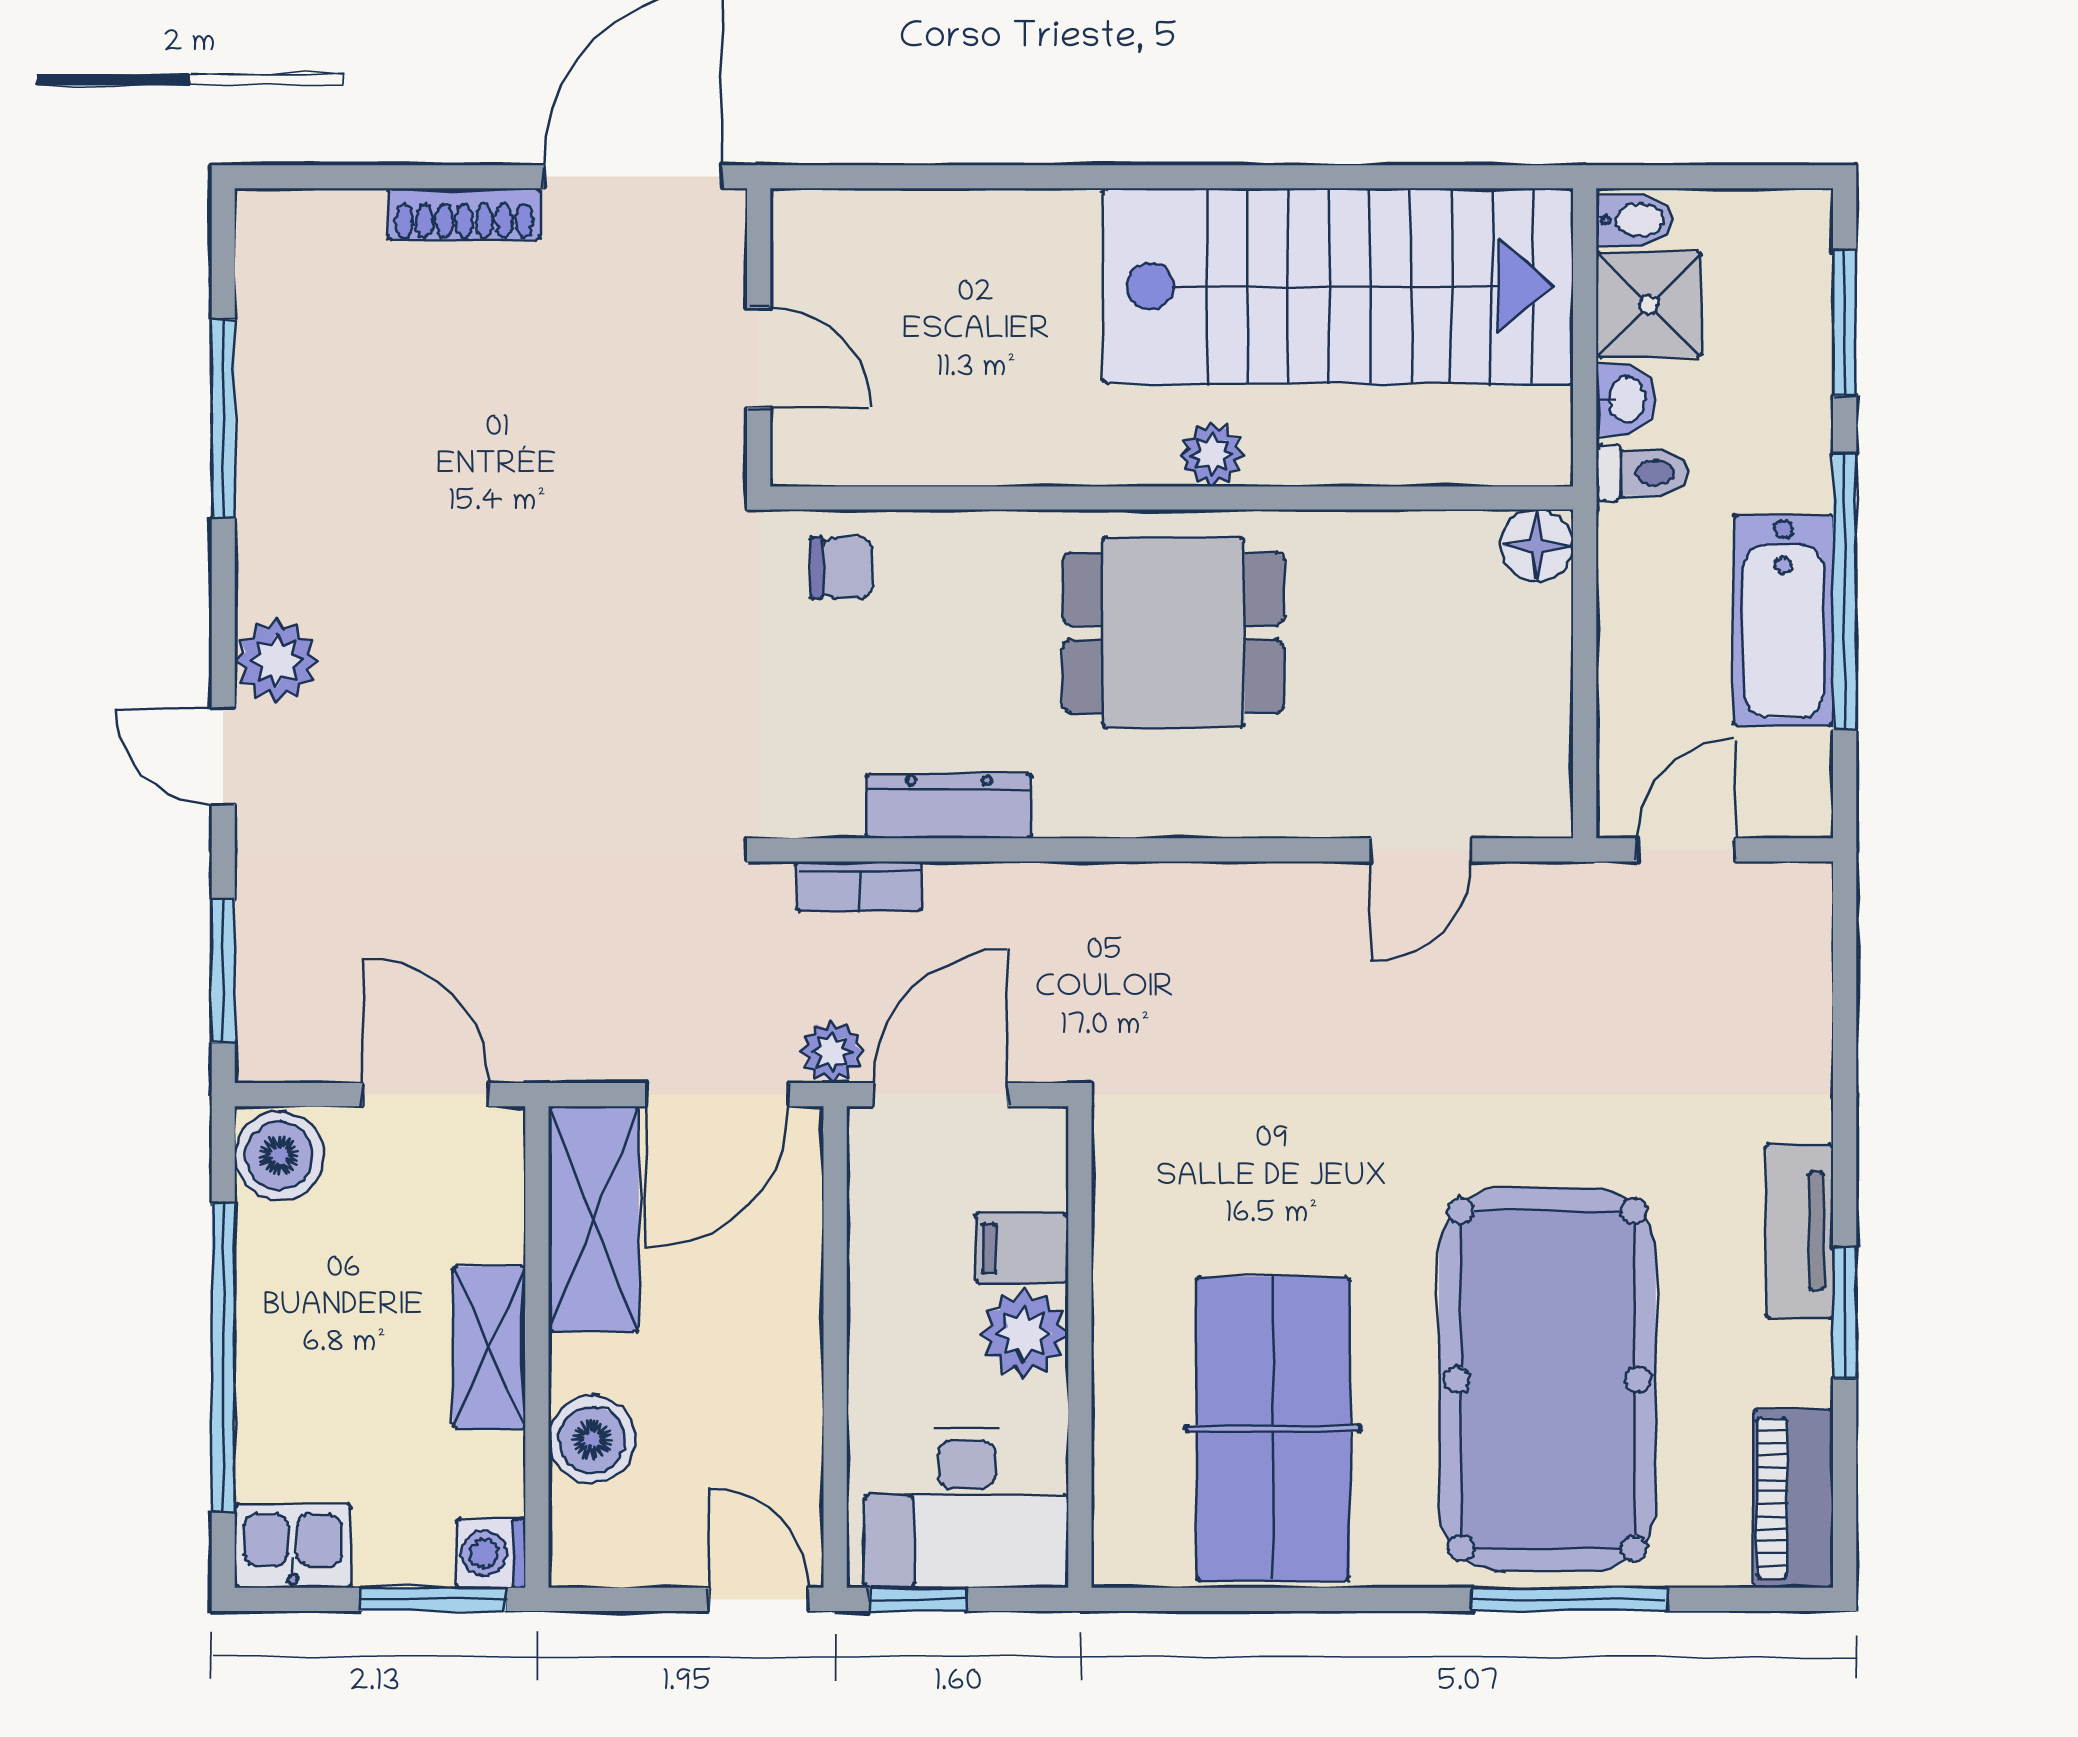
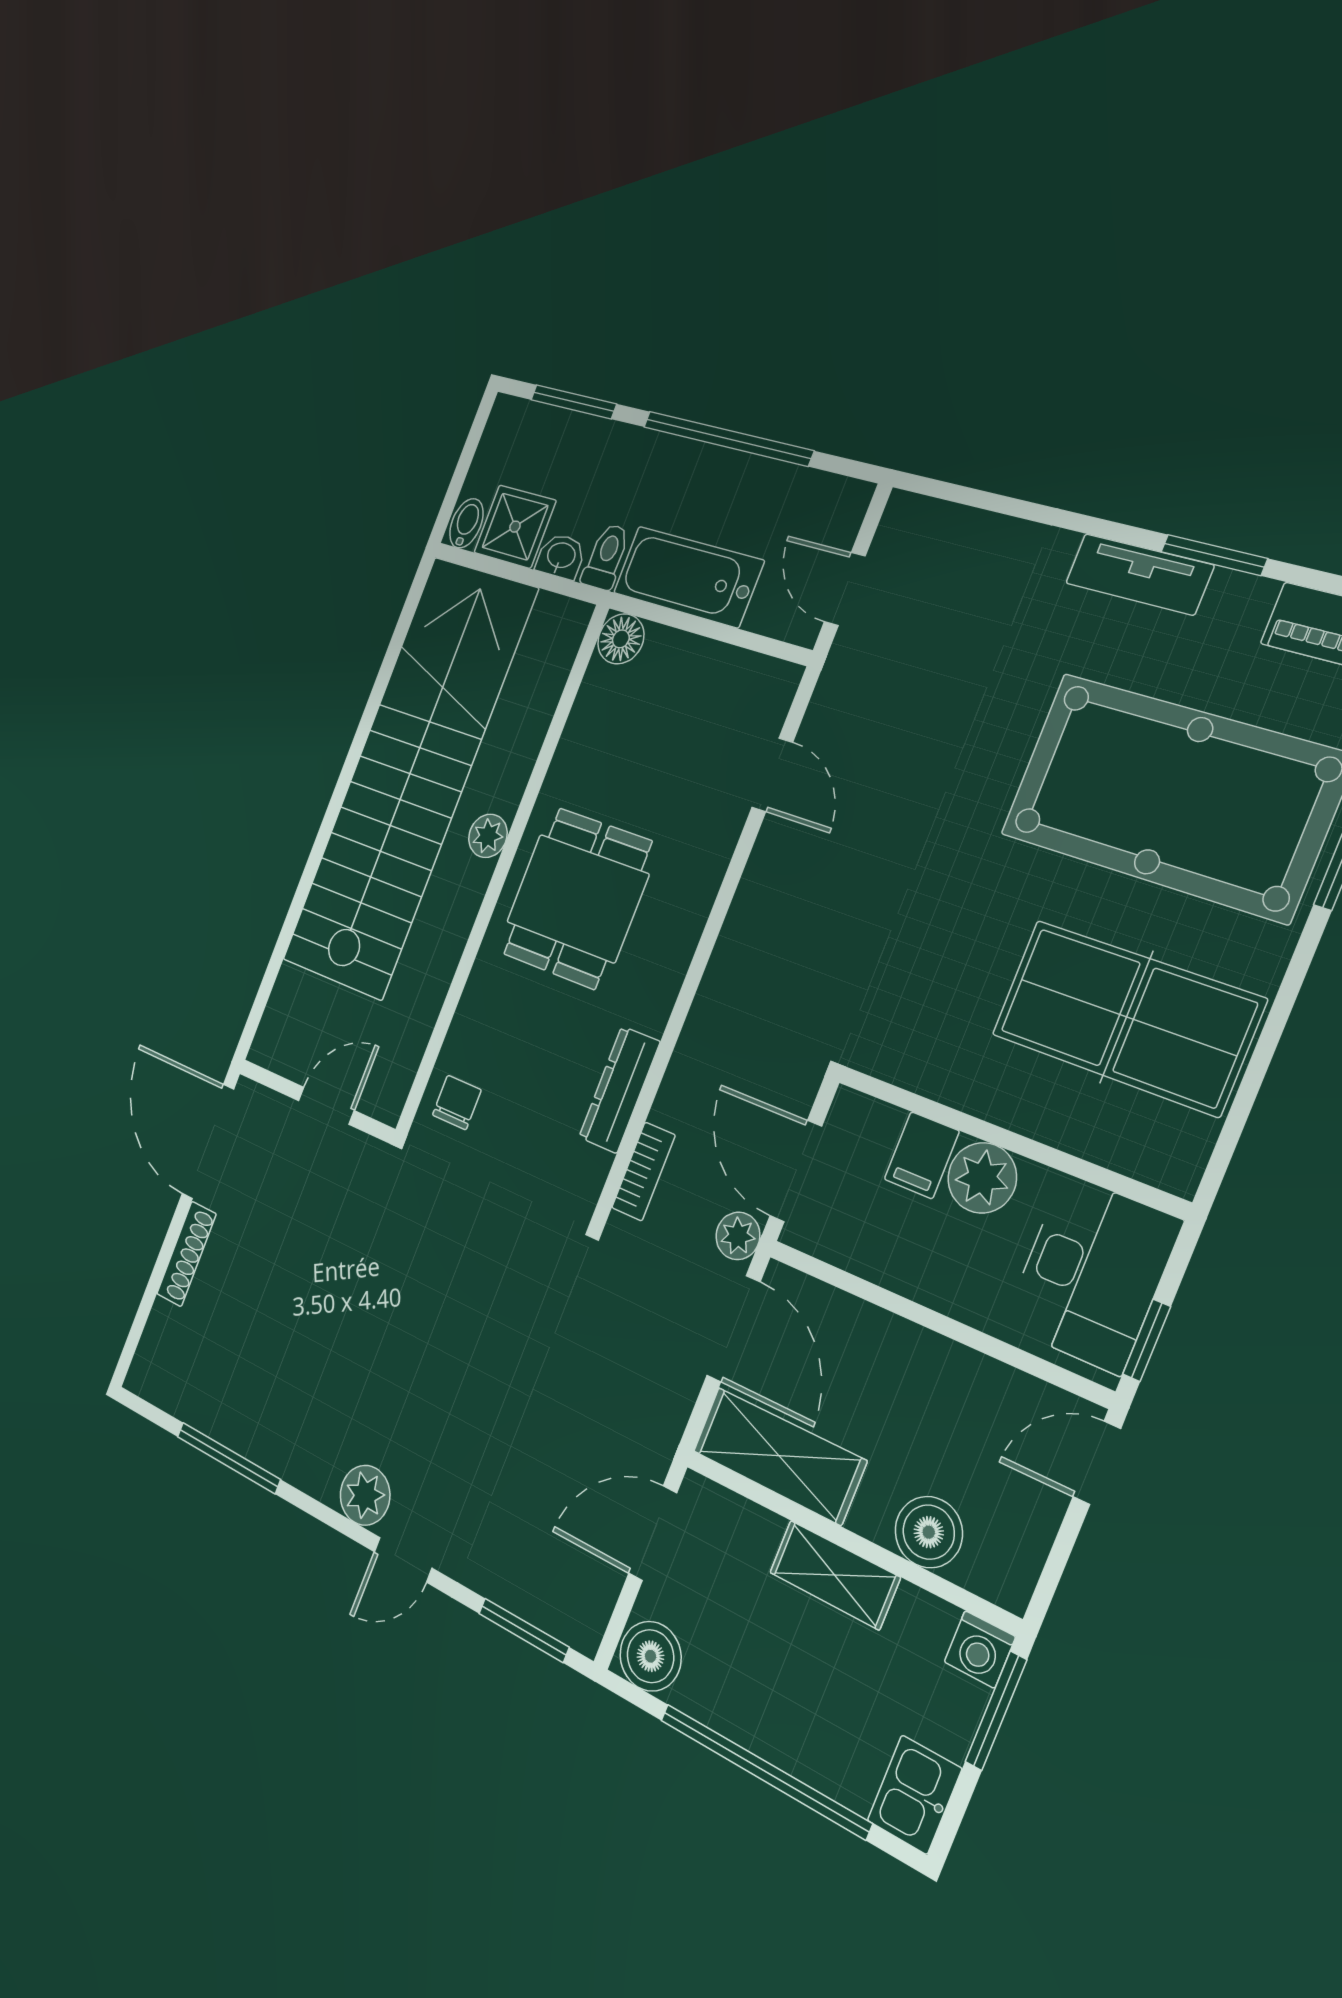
stairs: (1338, 286) -> (409, 777), width x1.36
bathtub: (1783, 620) -> (688, 577), moved, turned 180

